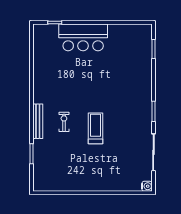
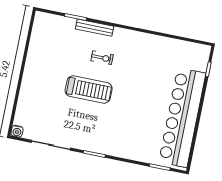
bar counter: (83, 37) -> (182, 118), width x1.86
bench: (38, 121) -> (95, 28), moved
treadmill: (96, 128) -> (89, 89), width x1.37, depth x1.38

